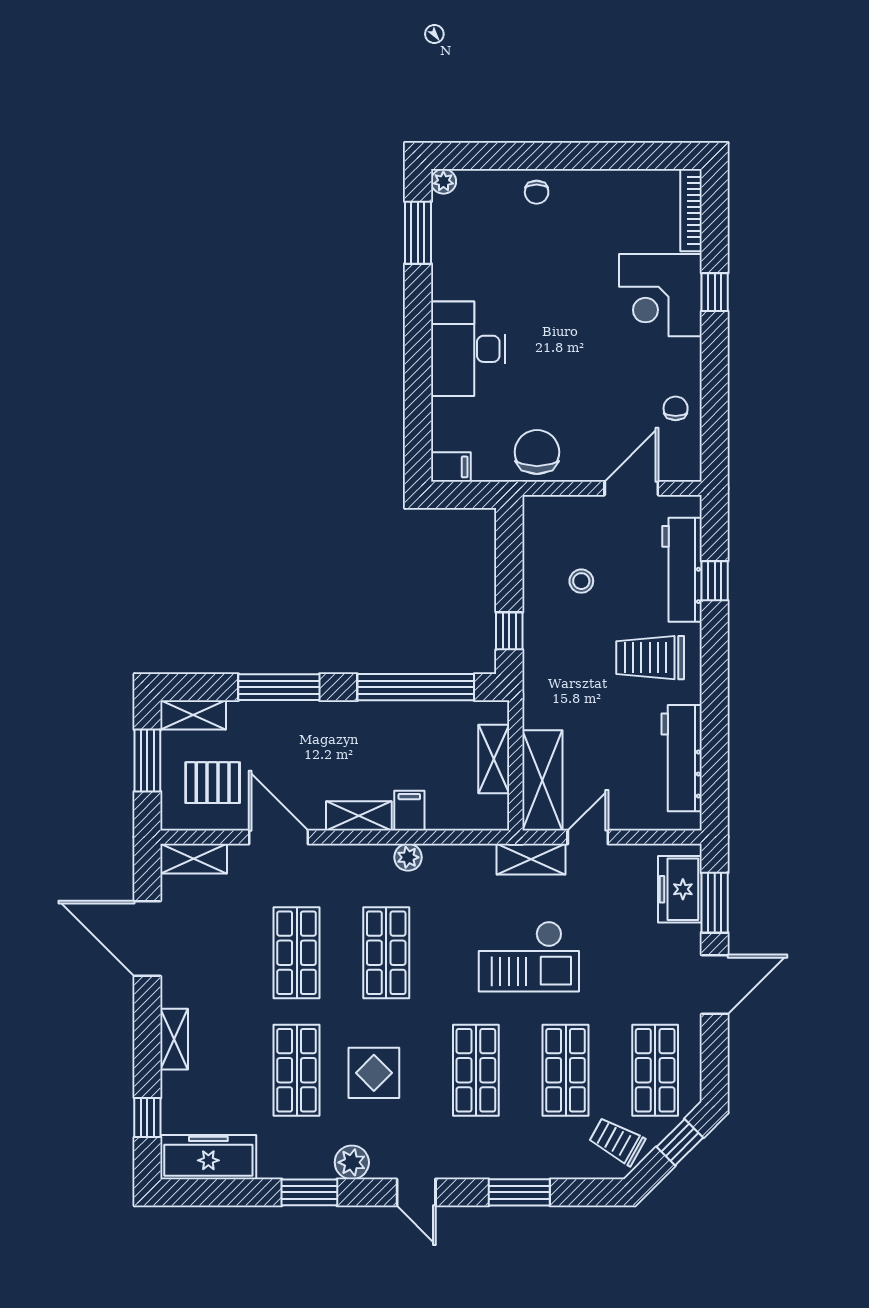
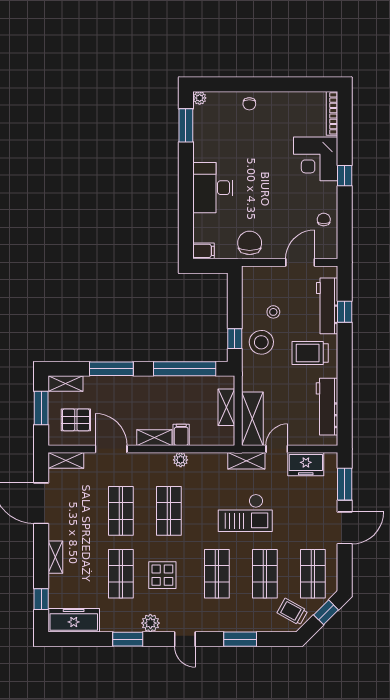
window: (715, 292) -> (345, 176), moved
stool: (559, 638) -> (261, 342), added
freezer: (680, 889) -> (306, 464), moved, turned -90

